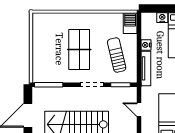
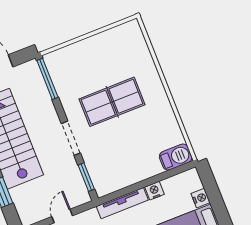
sun lounger: (117, 55) -> (125, 156), removed

